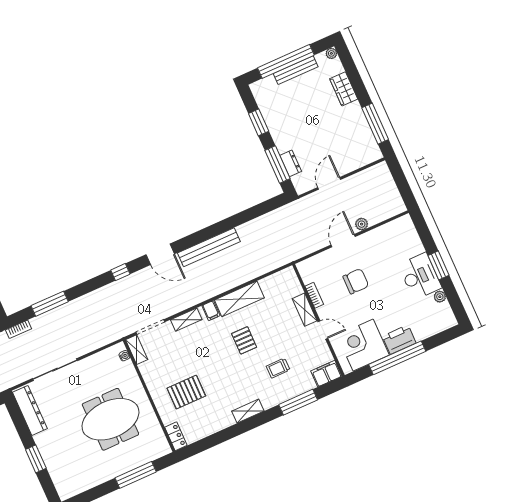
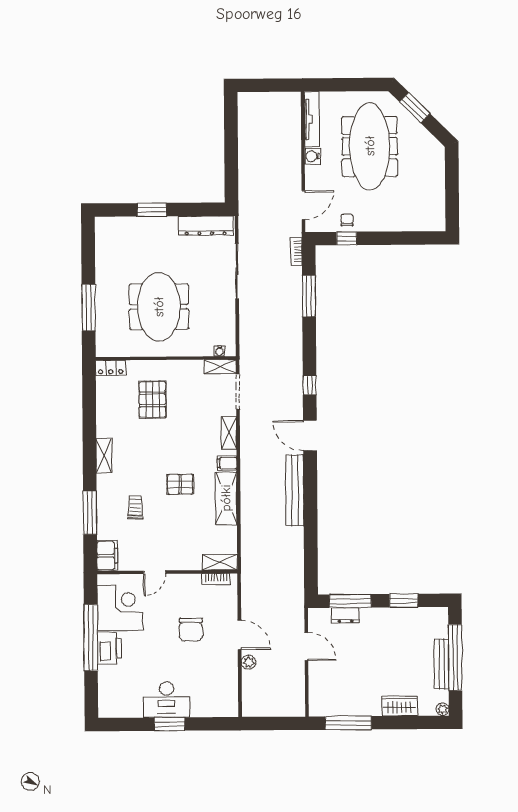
door: (160, 254) -> (310, 436), hinge flipped
bookcase: (314, 295) -> (216, 579), moved
plant: (440, 297) -> (136, 711), removed
shelving: (305, 310) -> (220, 562), moved

